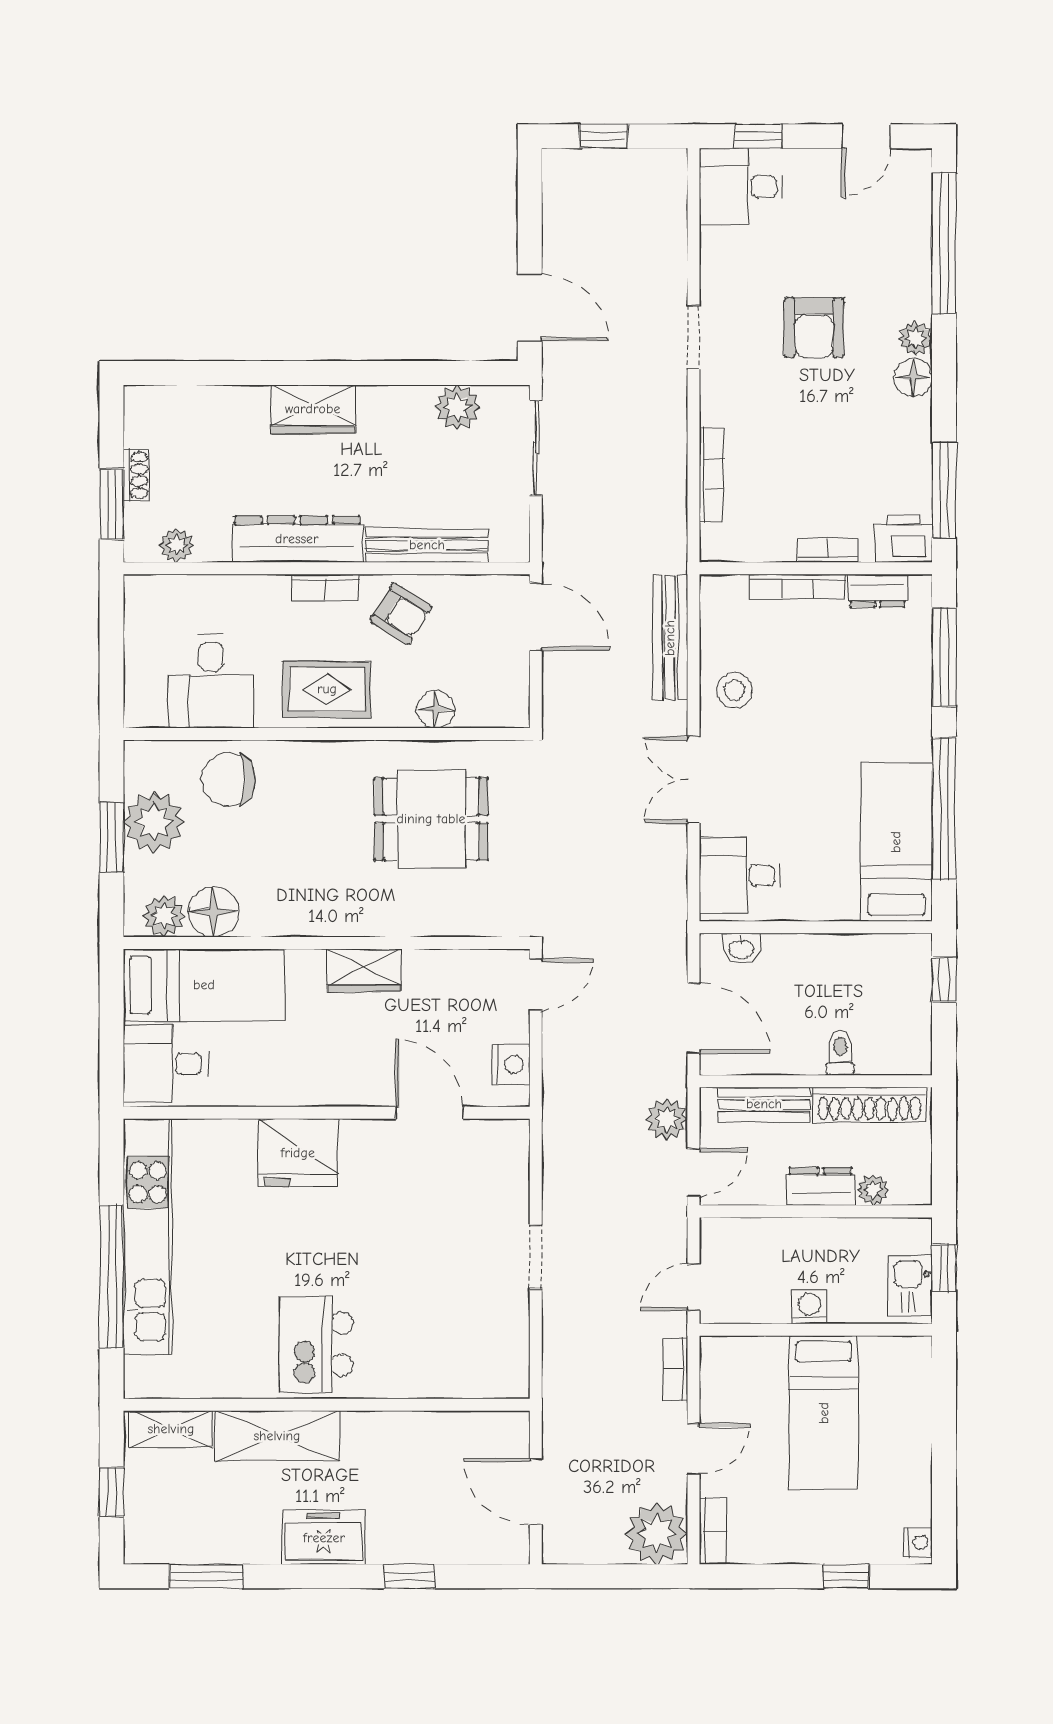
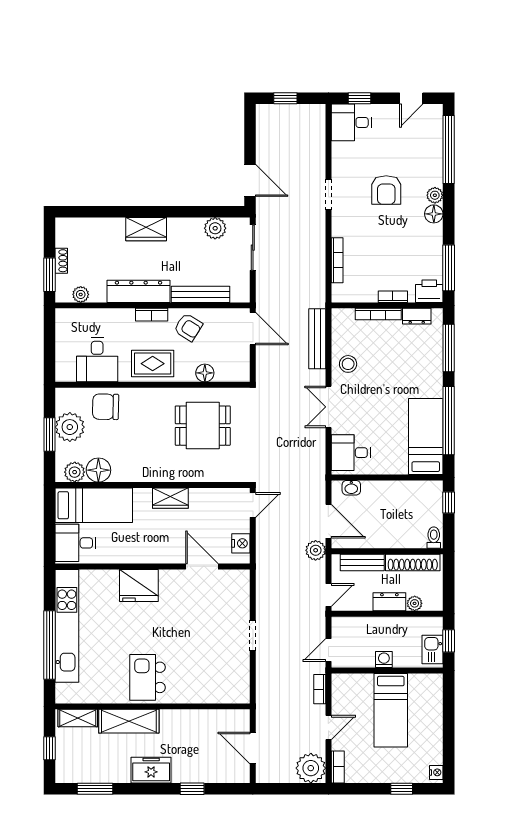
toilet: (840, 1053) -> (434, 538), moved
plant: (667, 1119) -> (316, 550), moved

